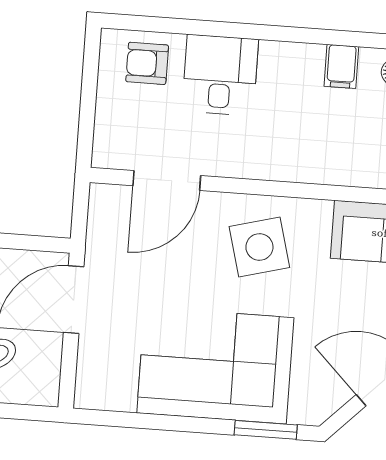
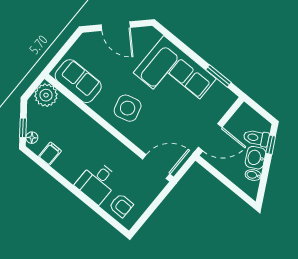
door: (167, 181) -> (156, 167), moved
window: (266, 430) -> (218, 76), moved

